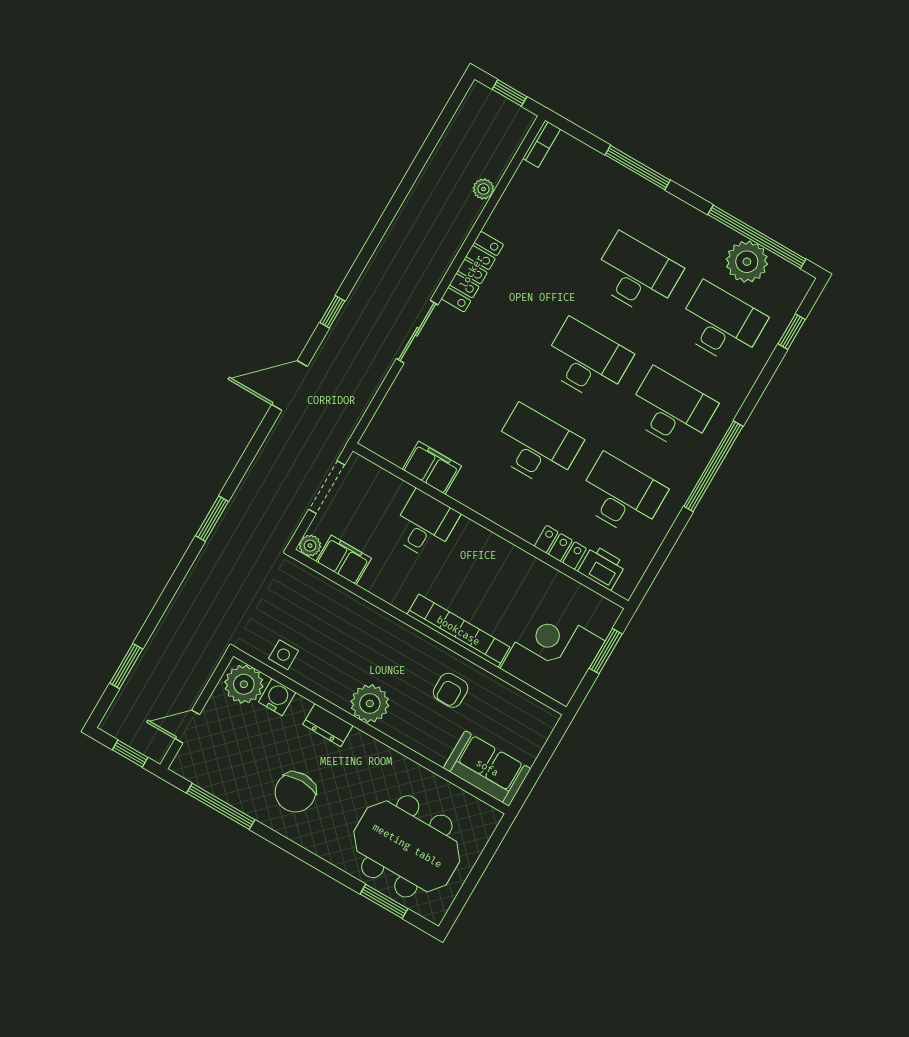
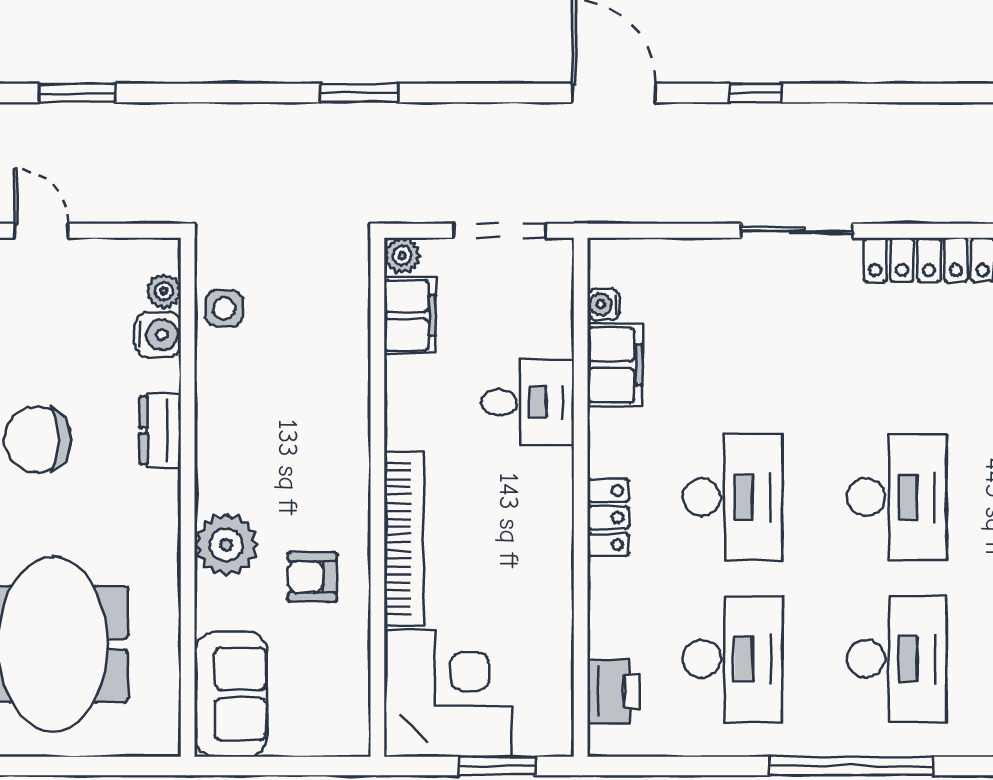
water cooler: (397, 455) -> (603, 304), added
locker: (560, 547) -> (608, 518), moved
plant: (244, 684) -> (164, 291), width x0.53, depth x0.53
plant: (370, 703) -> (226, 545), moved

